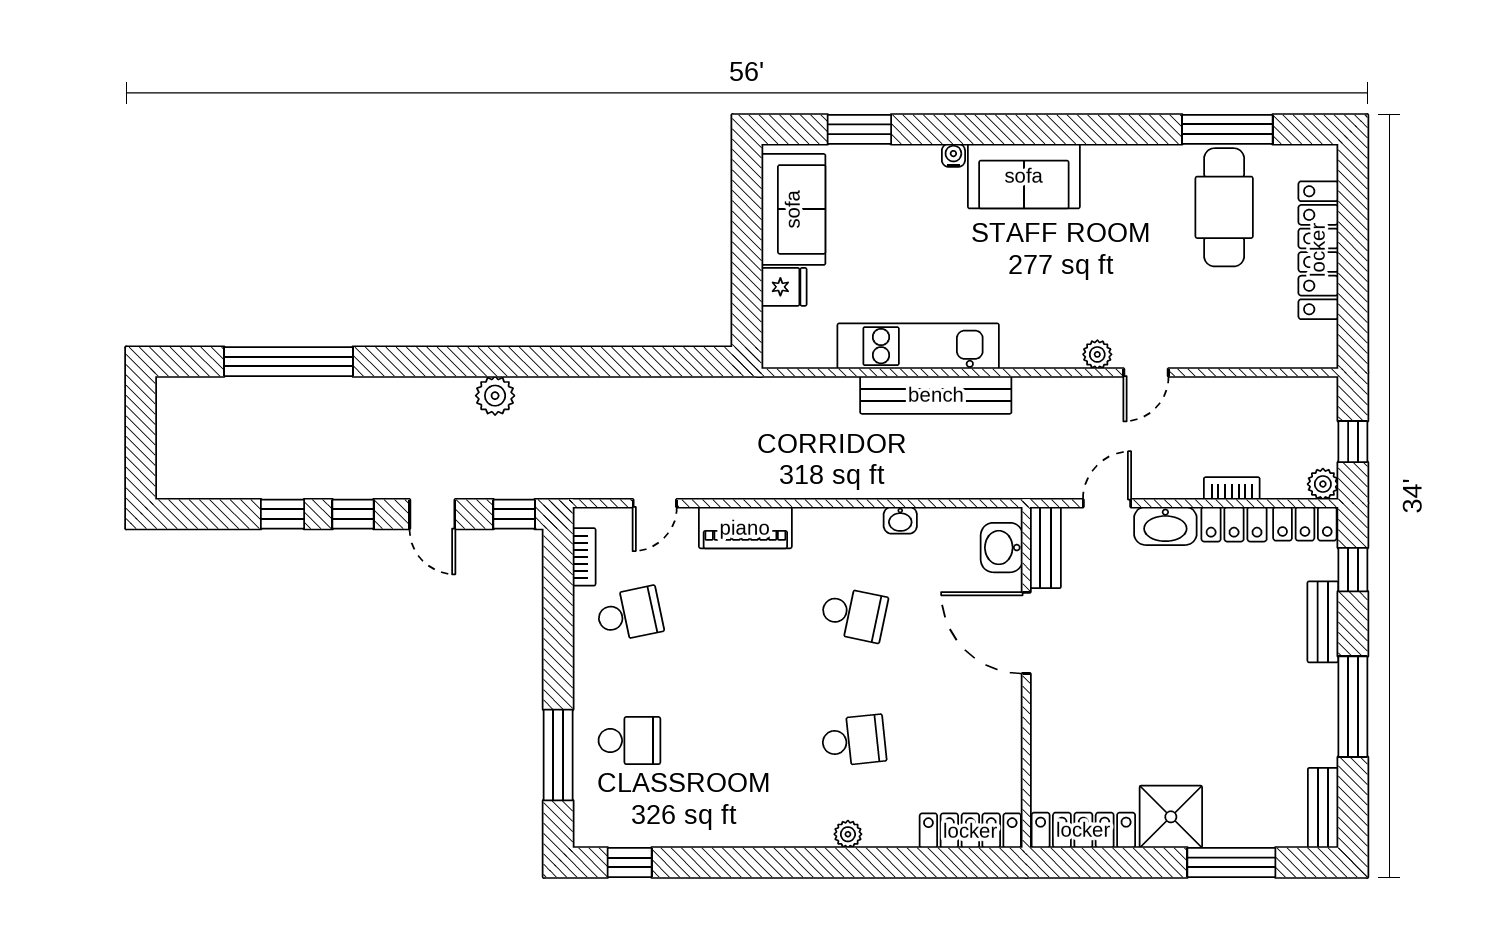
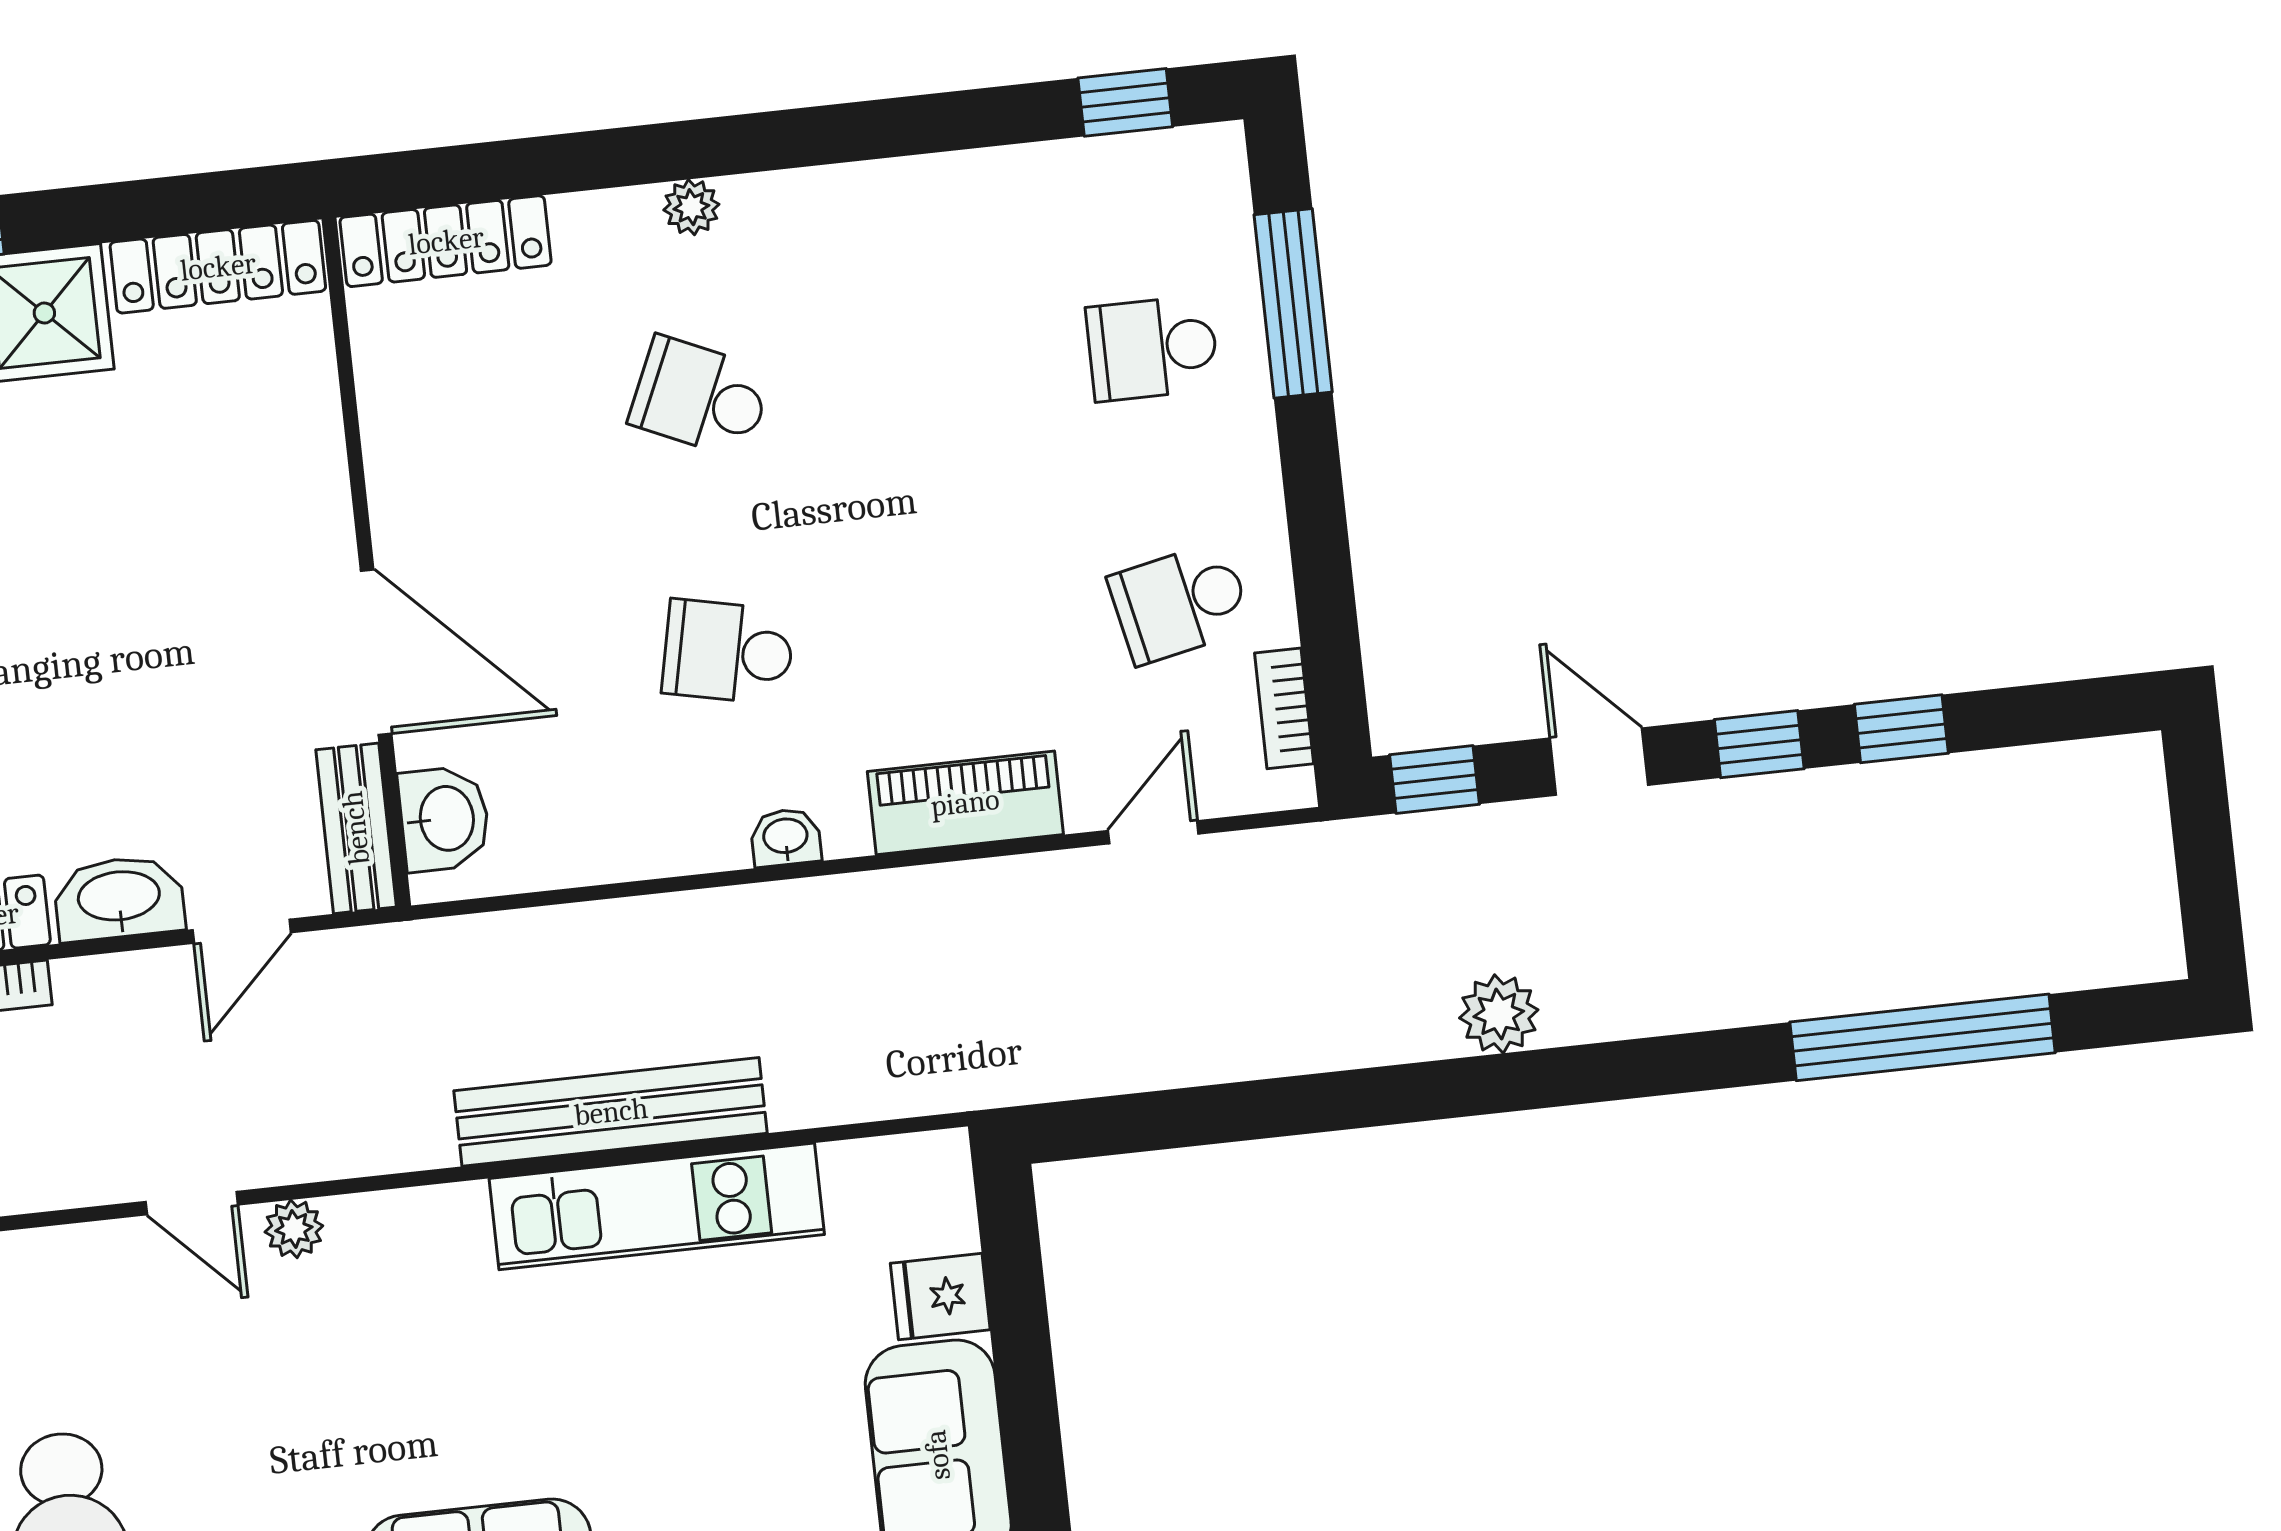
door: (1146, 372) -> (192, 1203), swing flipped
washbasin: (900, 520) -> (786, 837), moved
school desk: (854, 741) -> (700, 397), turned 30

